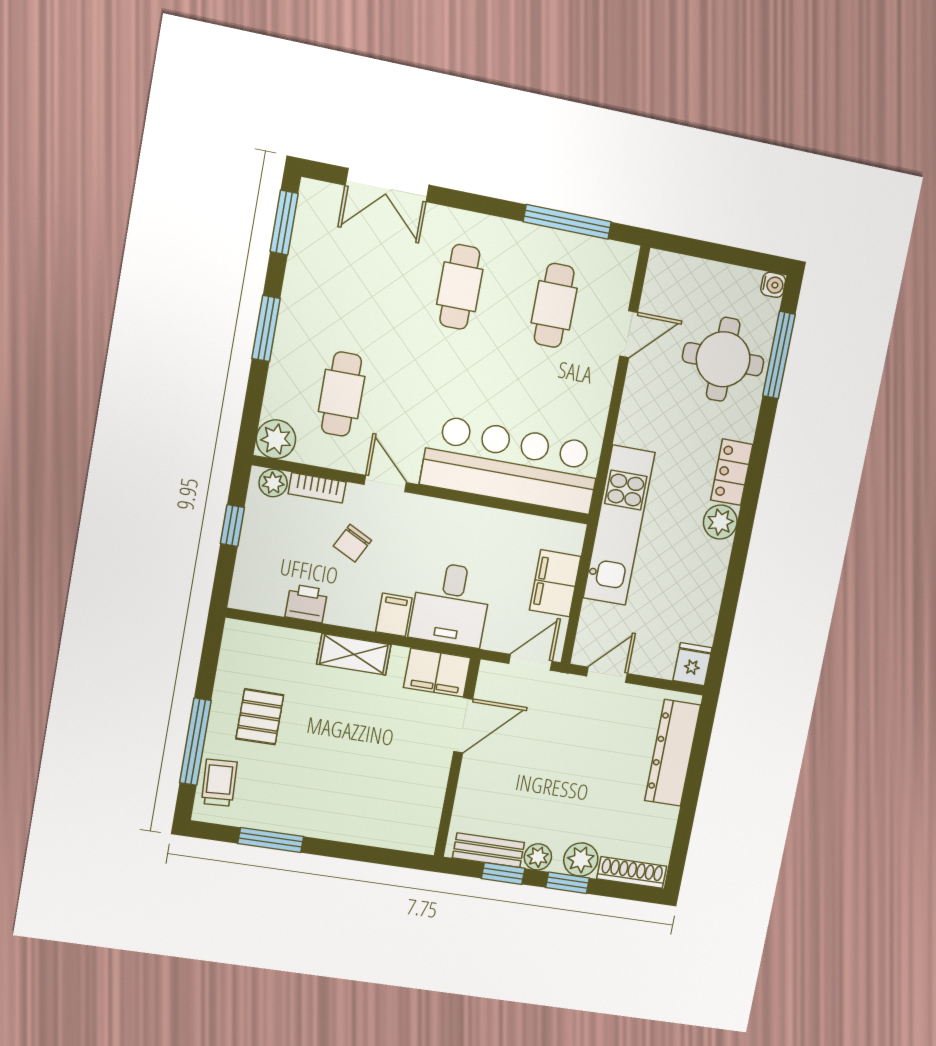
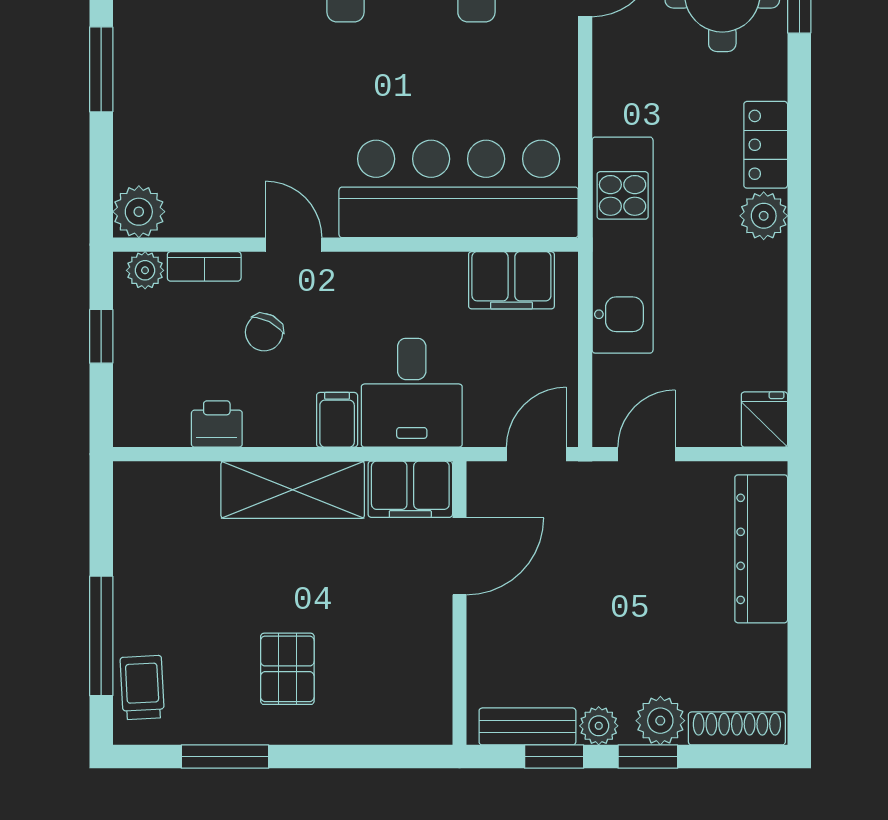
cafe table: (342, 394) -> (215, 137), removed
filing cabinet: (555, 583) -> (511, 280), moved, turned -90
shelving: (354, 654) -> (293, 490), width x1.50, depth x1.33
pallet: (260, 717) -> (287, 669), moved

